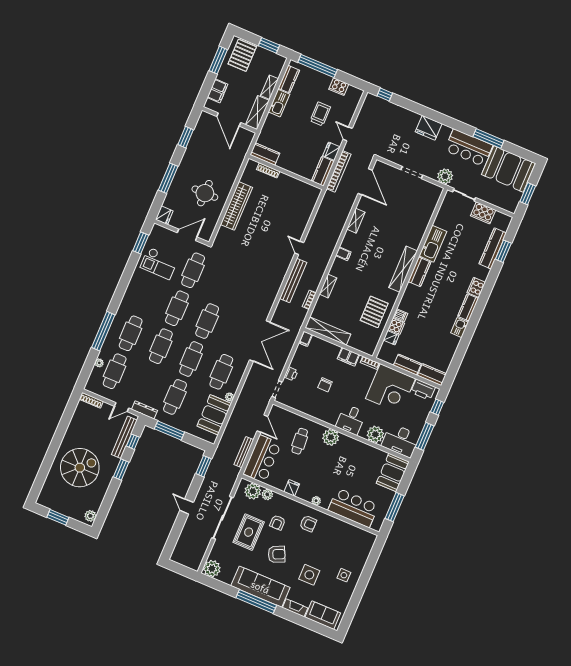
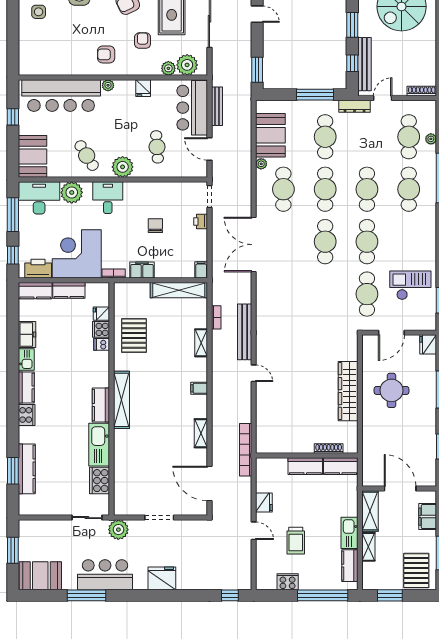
booth: (508, 169) -> (40, 576), width x0.73, depth x0.70
kitchen counter: (323, 171) -> (305, 466), moved, turned 90
bookcase: (339, 171) -> (246, 450), moved
cooker: (483, 213) -> (100, 481), moved, turned -90
freezer: (451, 345) -> (27, 334), added
cafe table: (353, 457) -> (87, 156), added
window: (395, 507) -> (13, 117), width x0.46
bar counter: (353, 508) -> (61, 96), width x1.36

